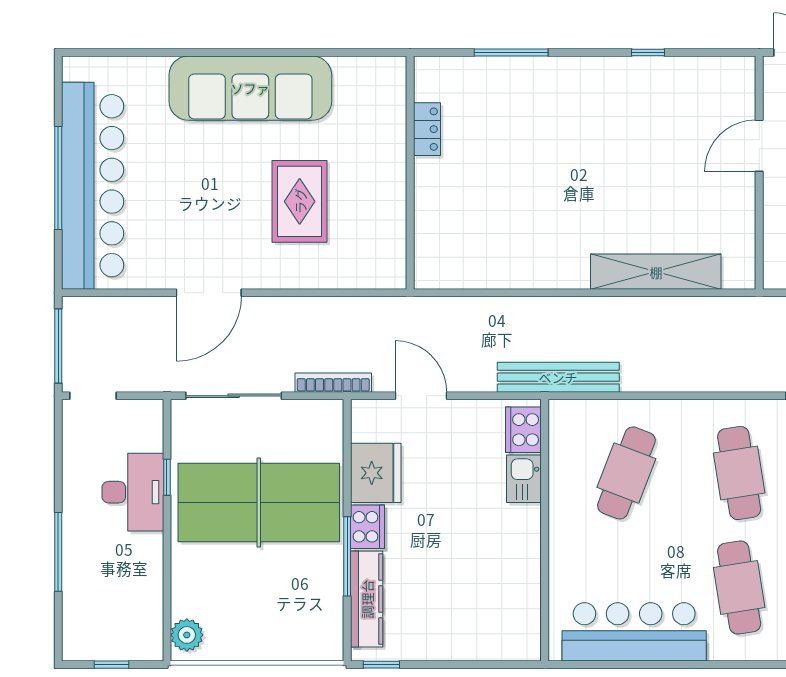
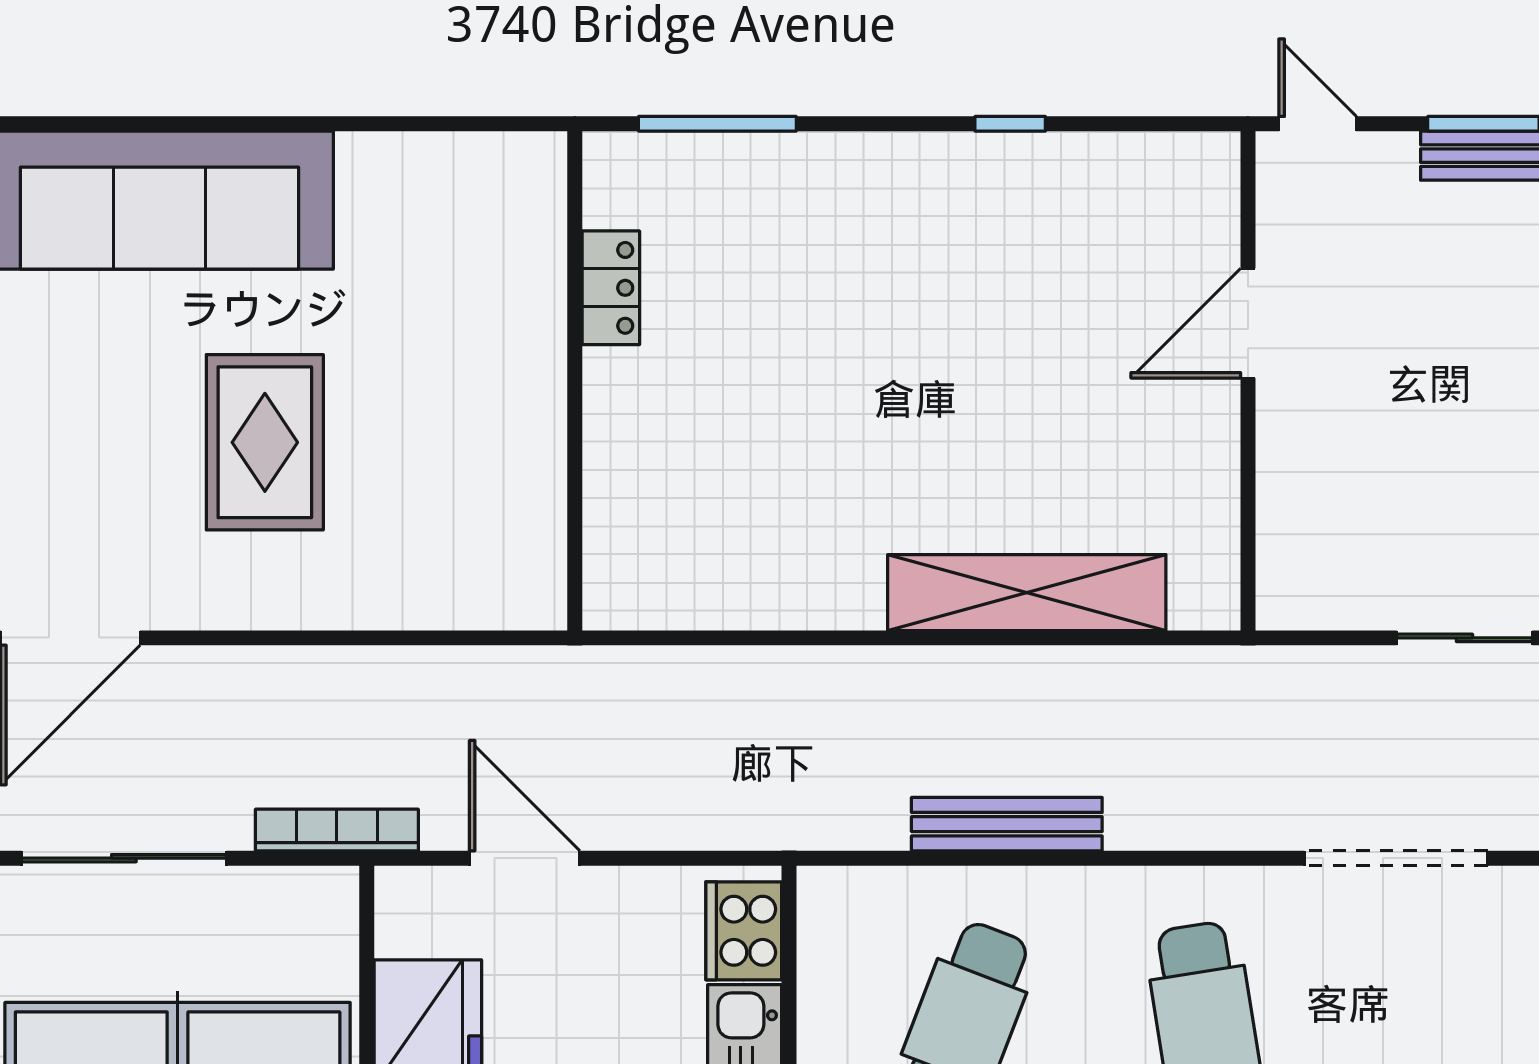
locker: (427, 129) -> (611, 288), moved
wall: (410, 173) -> (575, 381), moved
bench: (558, 377) -> (1007, 824), moved, width x0.73, depth x0.82

